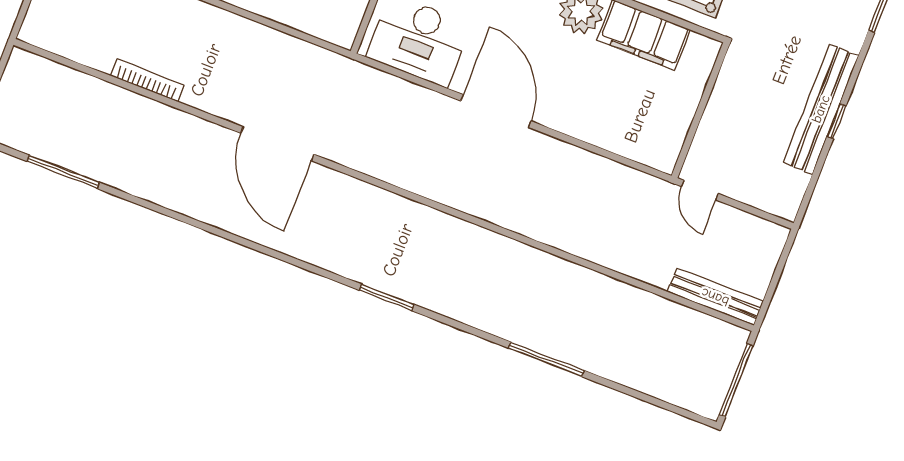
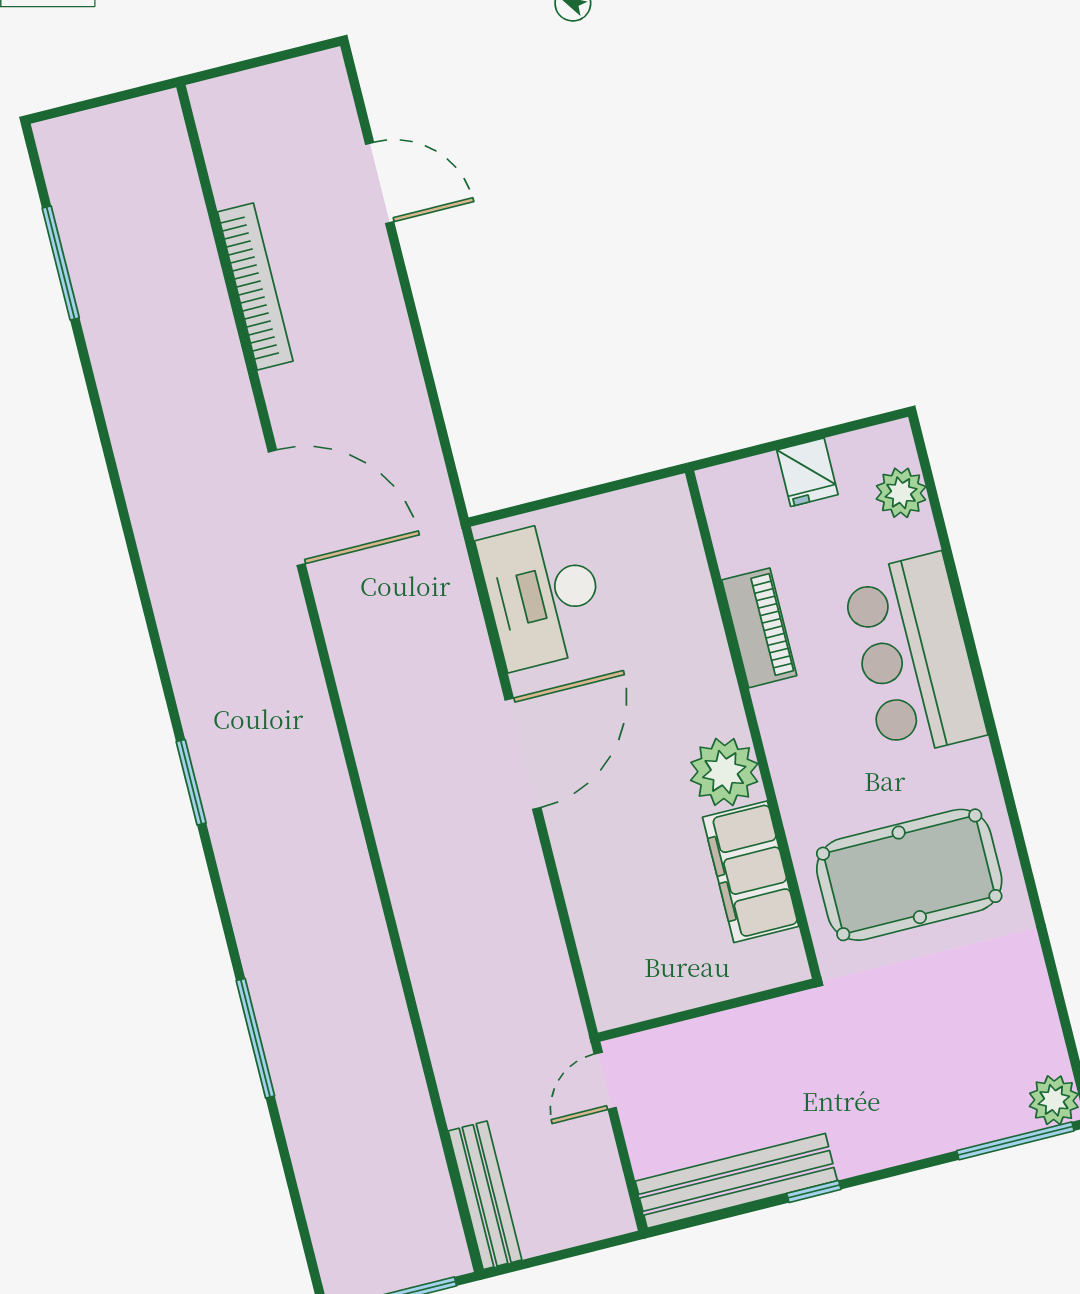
bookcase: (147, 80) -> (255, 287), width x1.48, depth x1.31
bench: (821, 109) -> (736, 1181), moved
door: (277, 144) -> (287, 508), swing flipped

